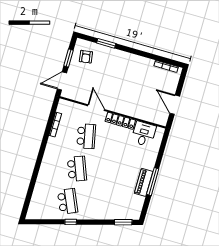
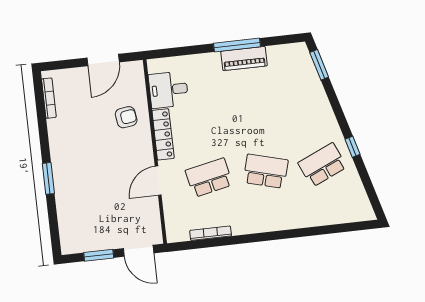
window: (106, 43) -> (48, 178), moved
armchair: (86, 57) -> (126, 117), moved
school desk: (77, 169) -> (266, 171), turned 36

